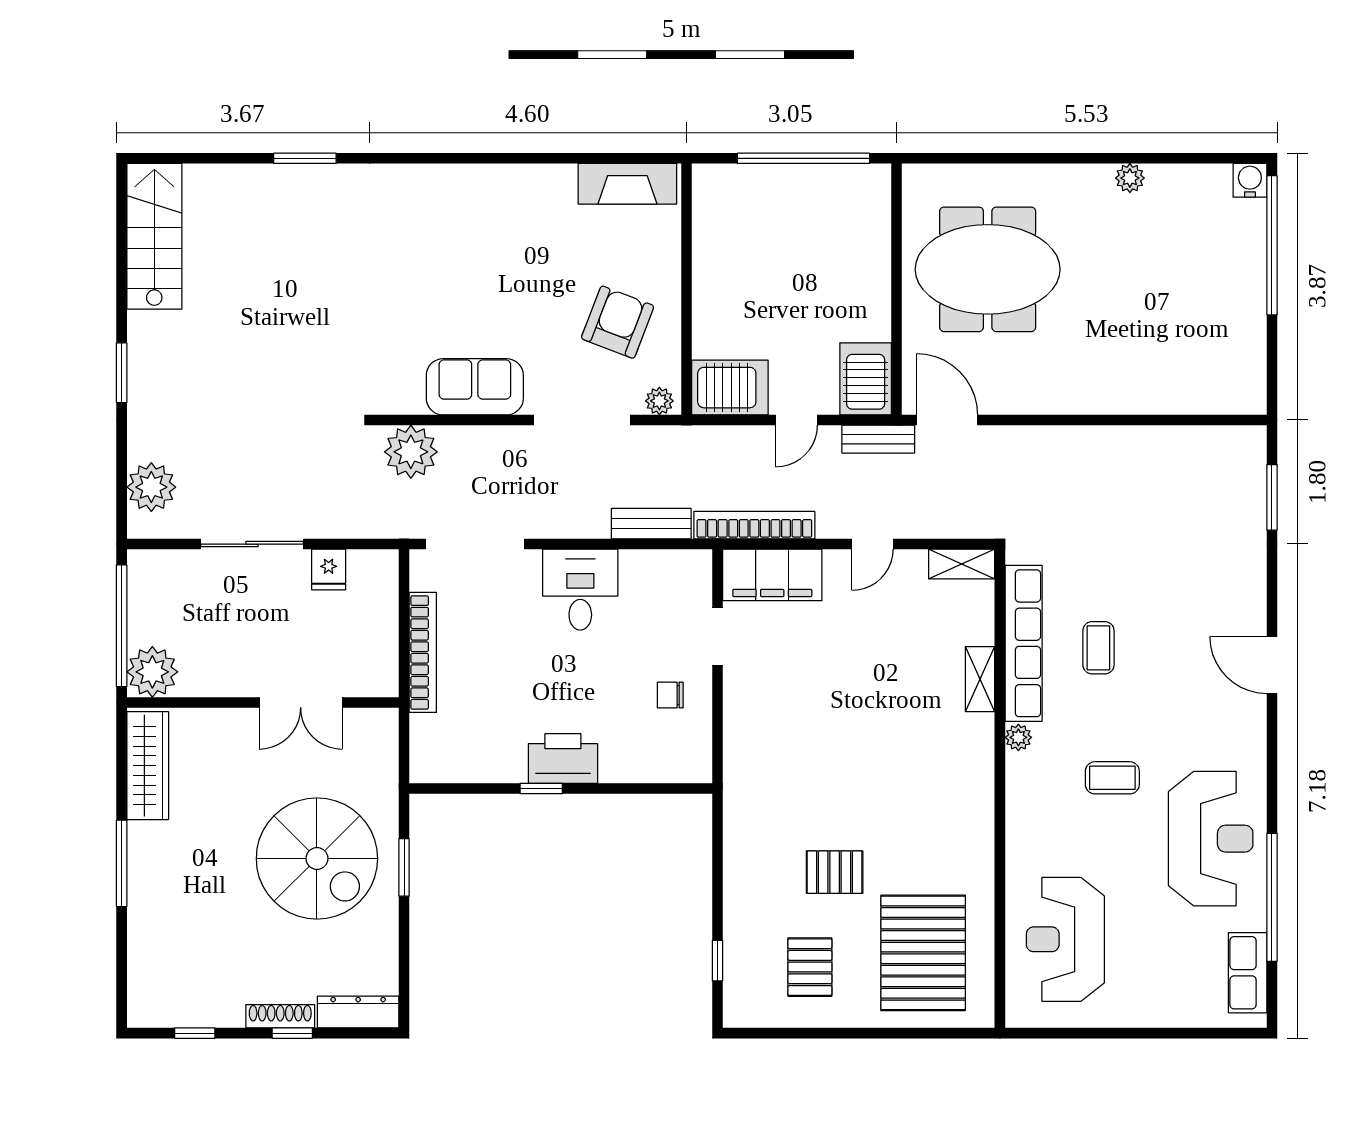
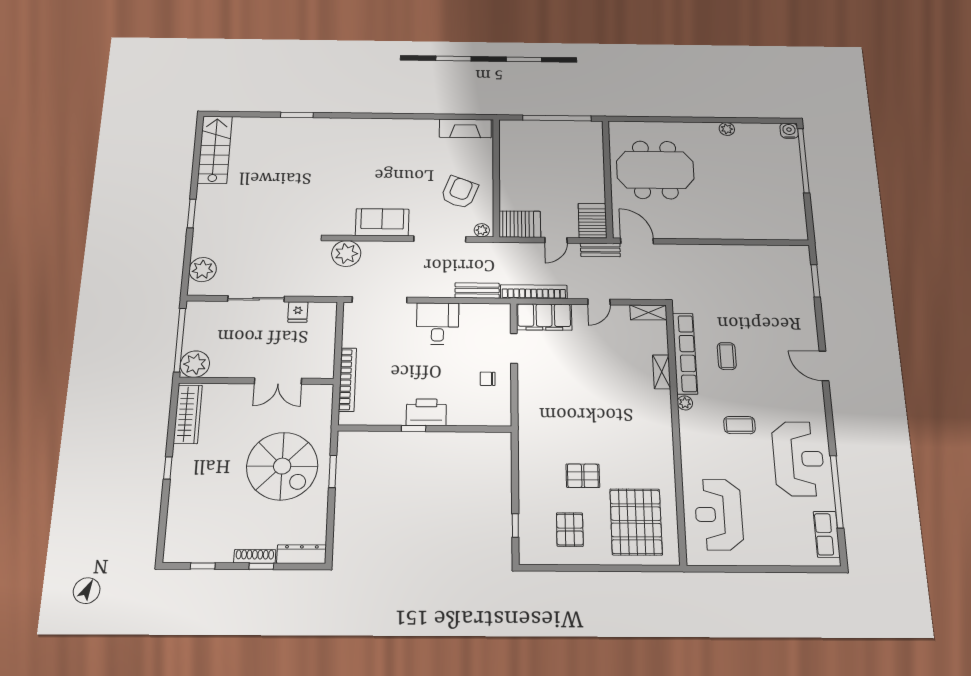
bookcase: (423, 652) -> (347, 380), moved
window: (122, 863) -> (168, 468), width x0.46

